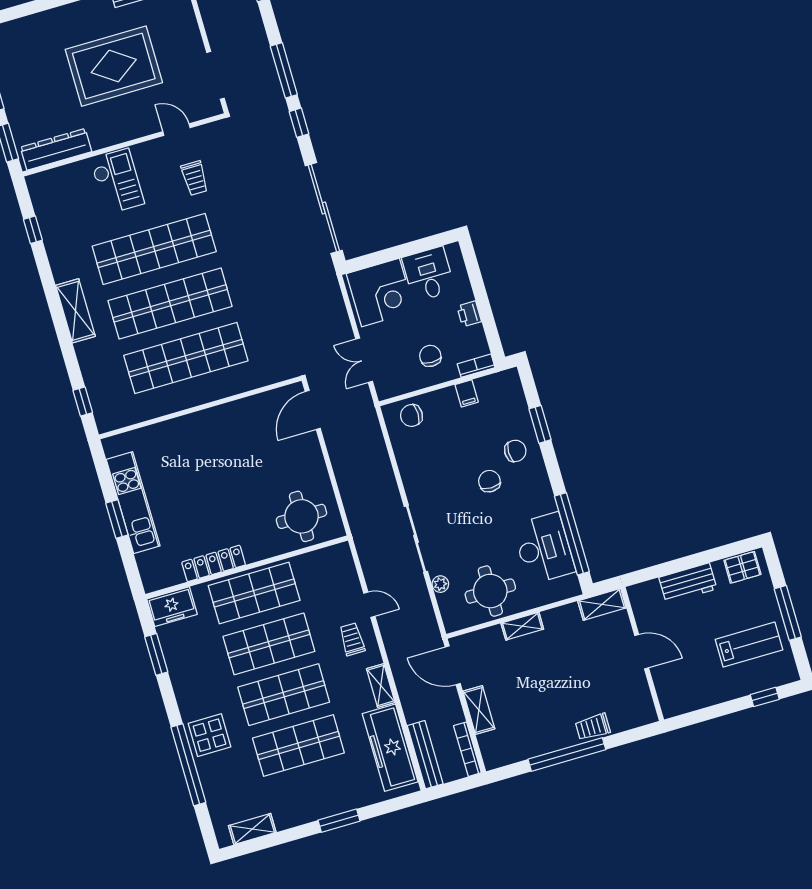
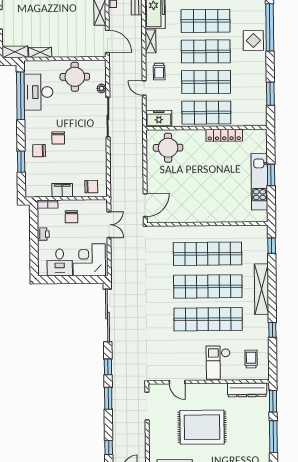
window: (284, 70) -> (108, 398), width x0.69
trolley: (195, 178) -> (251, 359), moved
window: (33, 230) -> (272, 330), moved
shelving: (75, 311) -> (261, 289), width x1.47
filing cabinet: (467, 393) -> (62, 190), width x2.00
freezer: (172, 607) -> (159, 119), moved
shelving: (522, 626) -> (40, 52), moved

